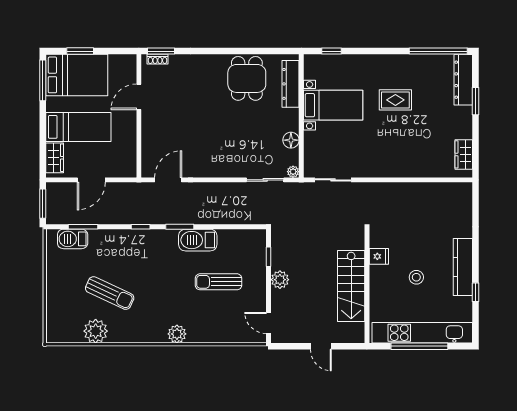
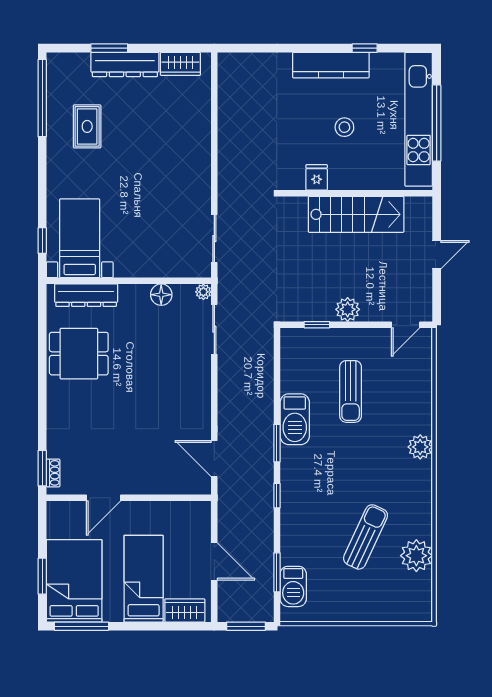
dresser: (463, 80) -> (125, 64), moved
door: (139, 97) -> (103, 498), hinge flipped
rug: (395, 100) -> (87, 126), moved
bed with nightstands: (333, 105) -> (80, 238), moved

